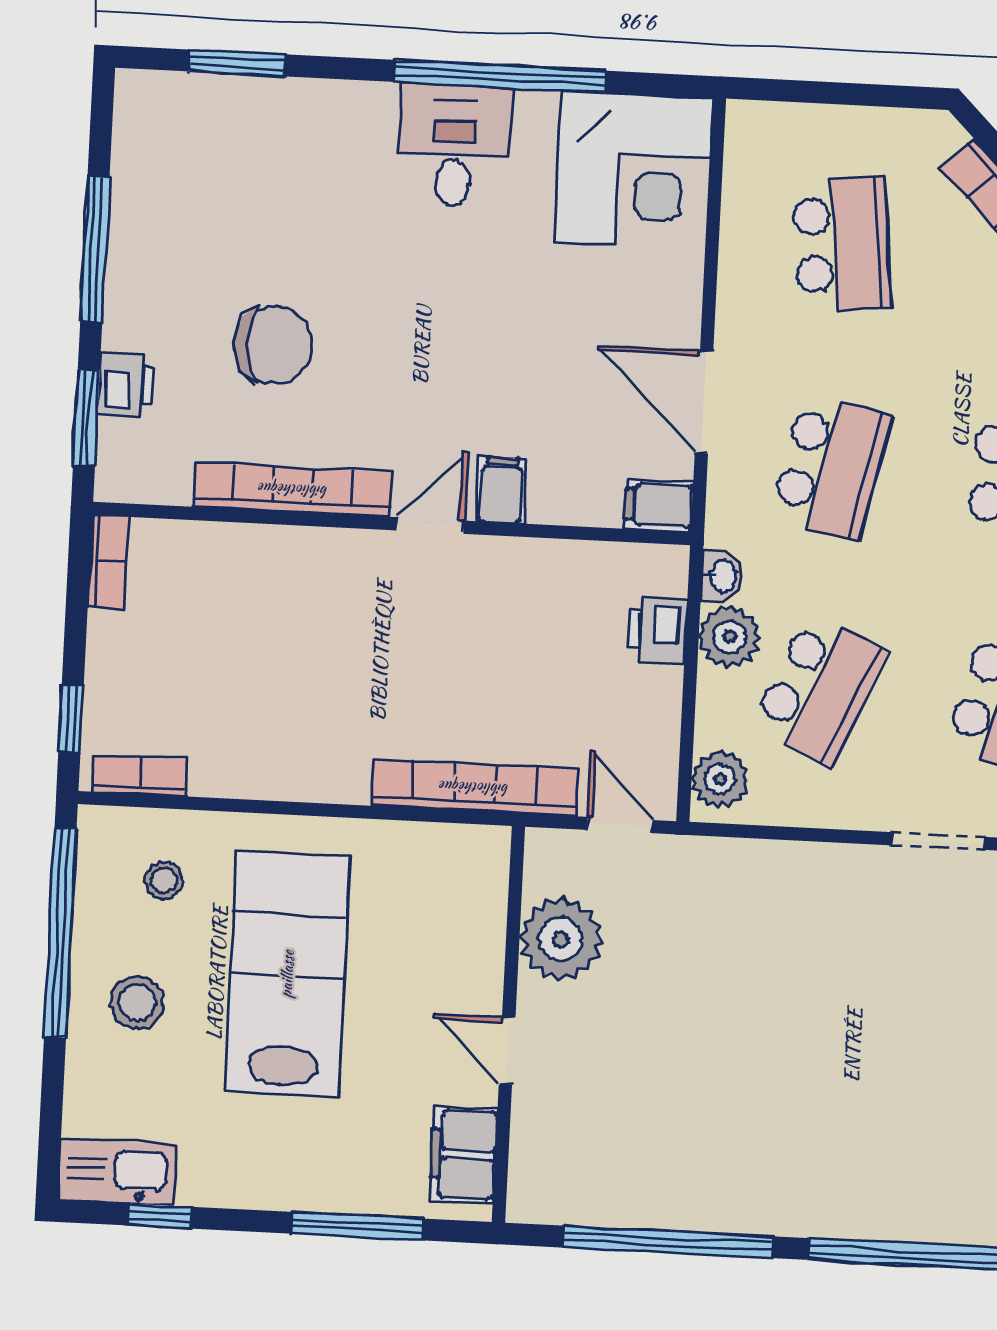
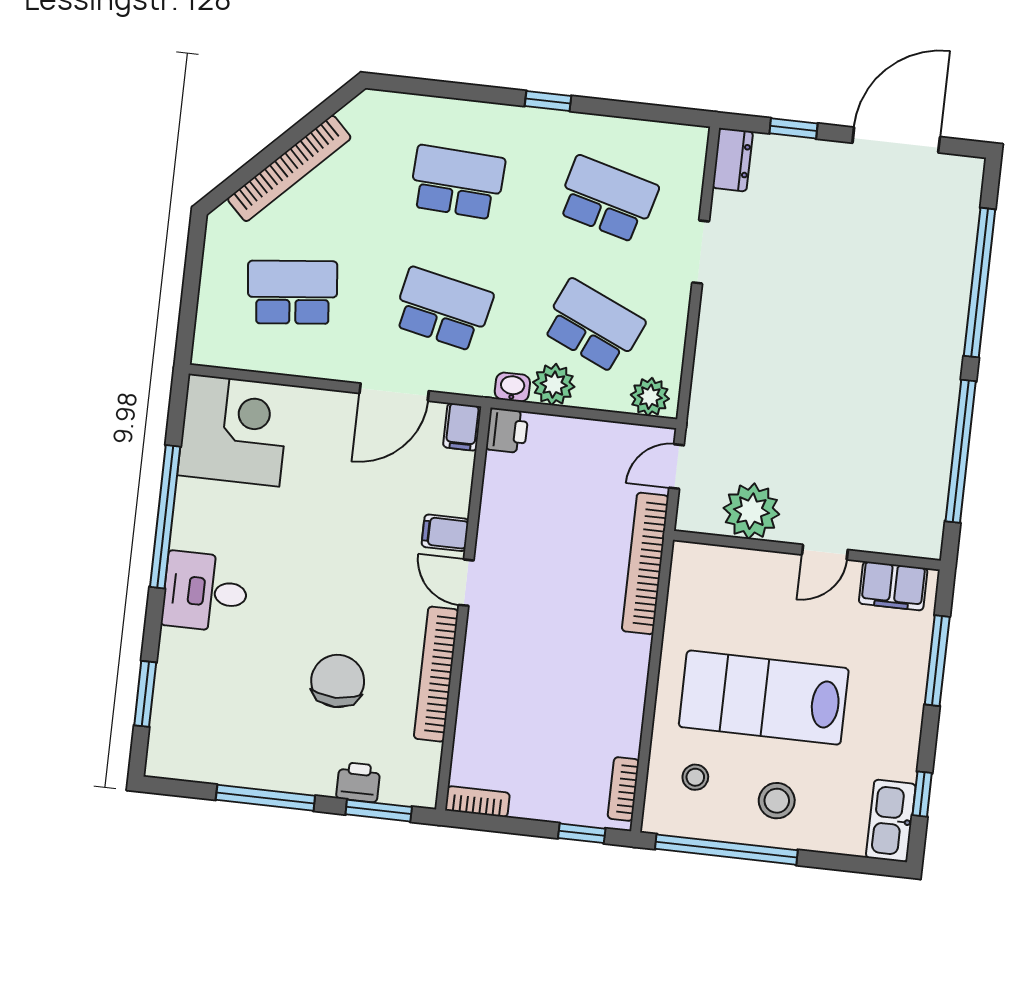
desk: (454, 145) -> (205, 592), moved
printer: (657, 630) -> (507, 431), moved, turned -90

